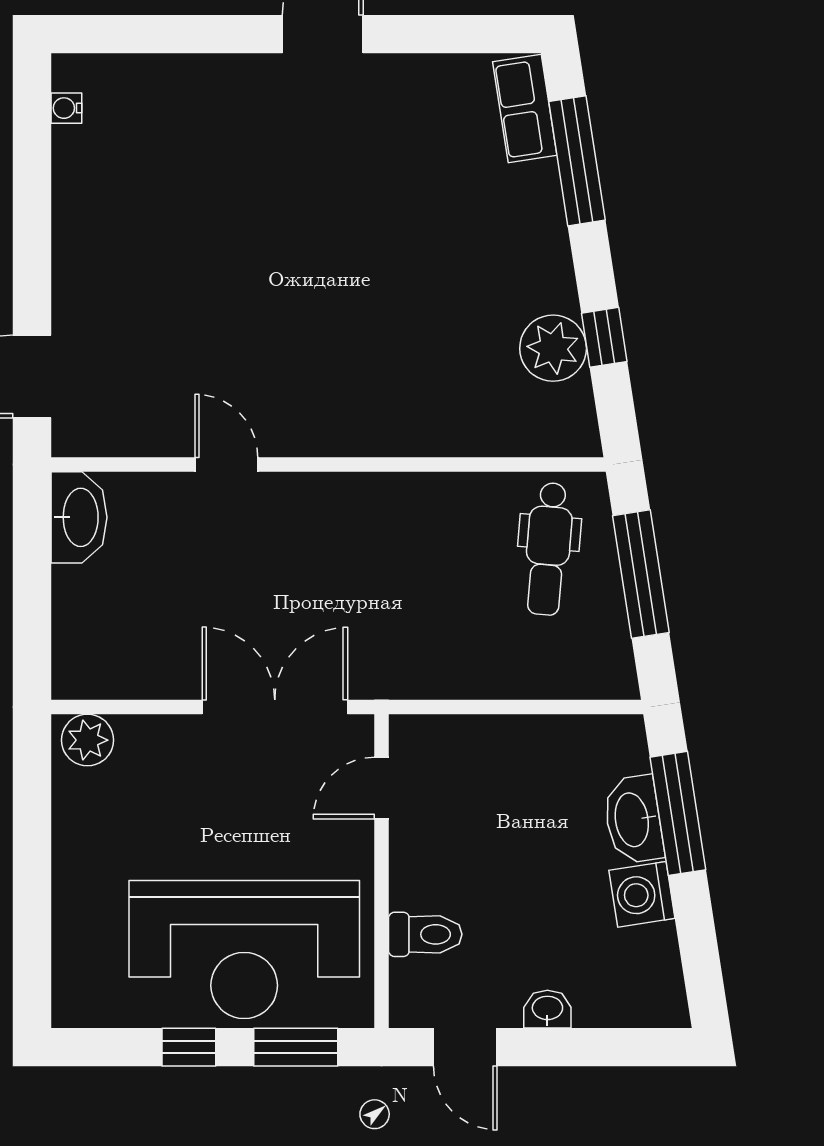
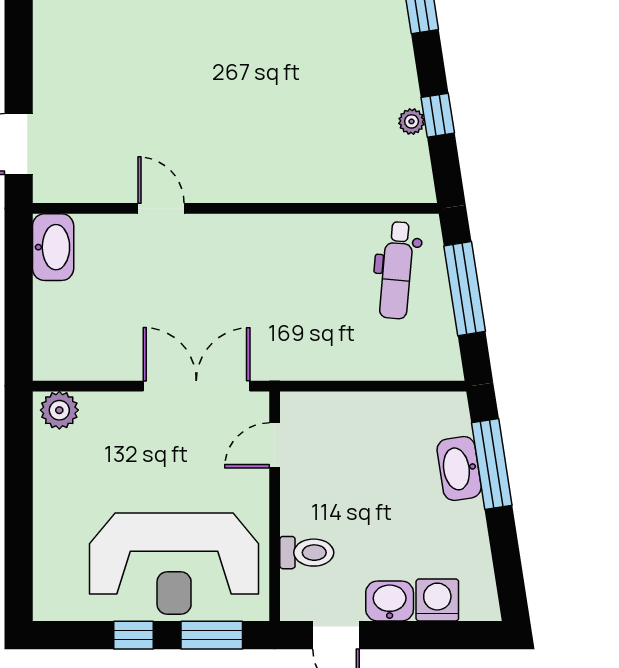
plant: (553, 348) -> (412, 121), width x0.53, depth x0.53
washing machine: (642, 894) -> (437, 600), moved, turned 99
washbasin: (547, 1009) -> (390, 601), width x1.38, depth x1.45

